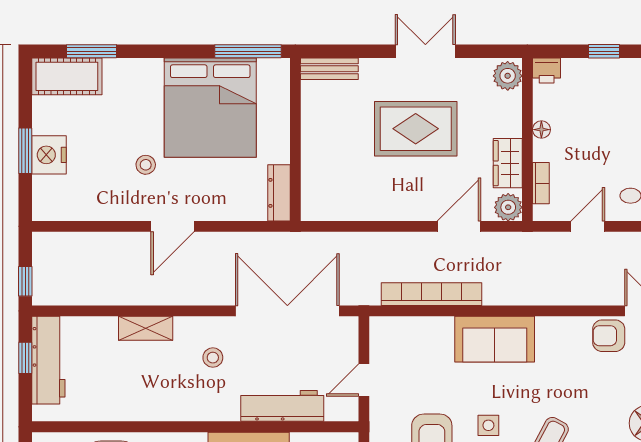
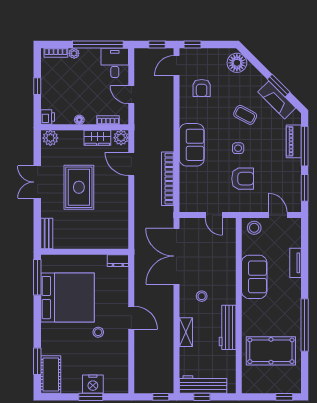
dresser: (279, 193) -> (118, 261), width x0.70
armchair: (609, 336) -> (202, 88), moved
workbench: (282, 406) -> (228, 327), moved

